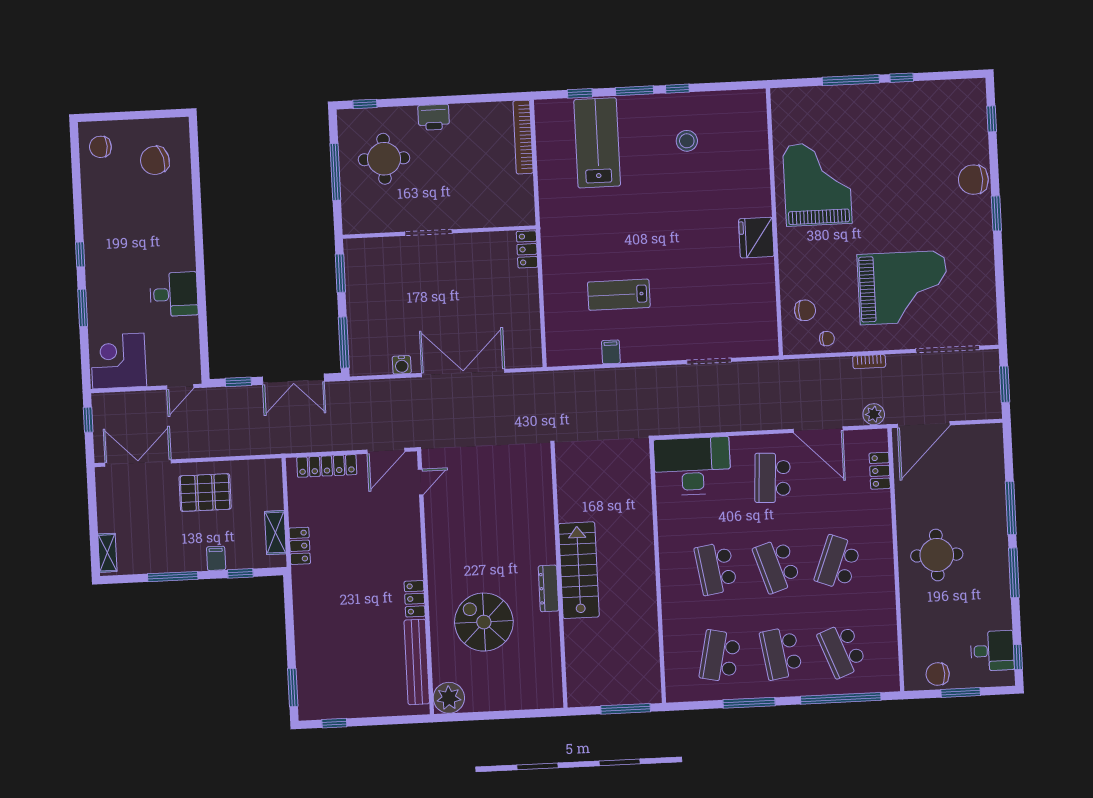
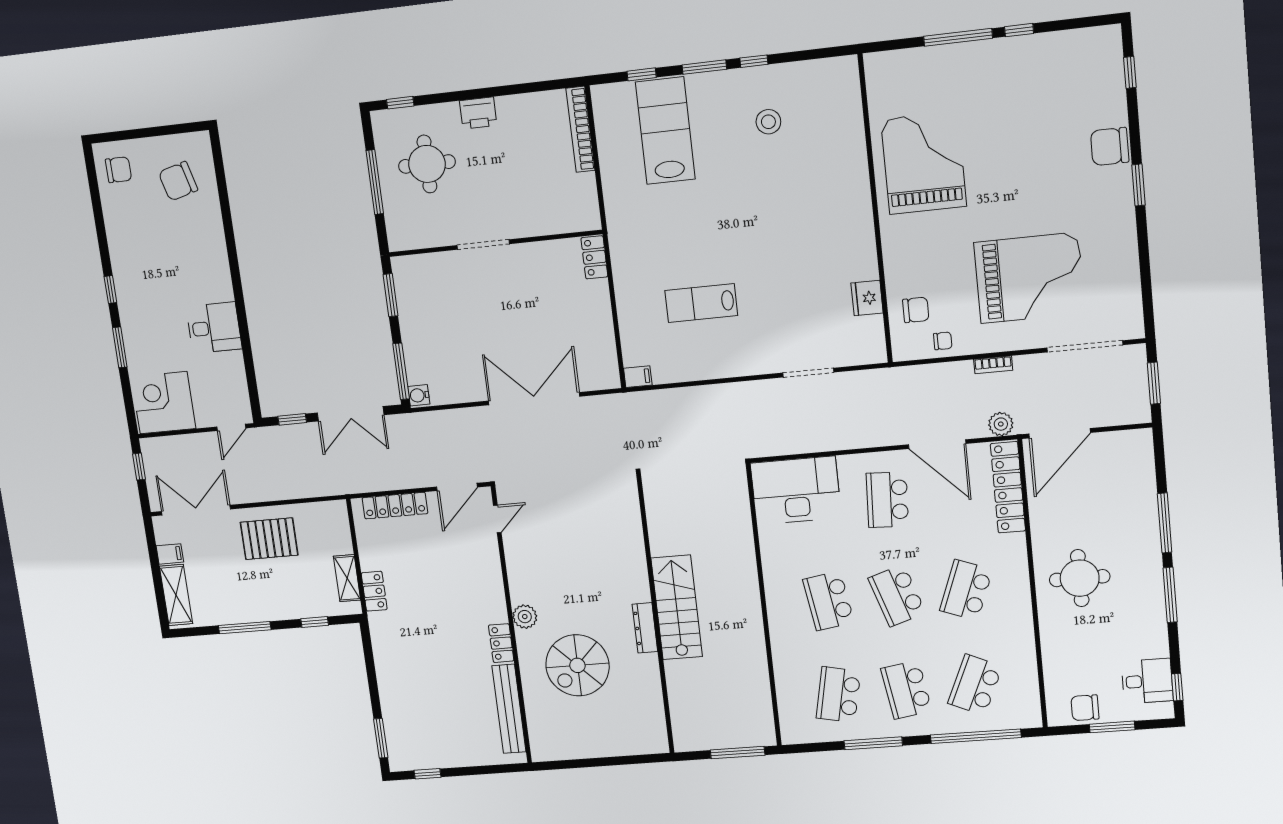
chair: (100, 147) -> (118, 170), turned 180
fridge: (756, 238) -> (867, 298), moved, width x0.73, depth x0.75
filing cabinet: (611, 352) -> (638, 377), moved, turned 90
water cooler: (402, 365) -> (419, 395), moved, turned 90
locker: (880, 471) -> (1008, 487), width x2.16, depth x1.21
shelving: (107, 553) -> (176, 595), width x1.50, depth x1.33
filing cabinet: (216, 558) -> (170, 554), moved, turned 90
spiral stairs: (484, 622) -> (577, 665), turned -90
school desk: (842, 650) -> (975, 685), turned 45
plant: (449, 698) -> (525, 617), moved, width x0.73, depth x0.73

